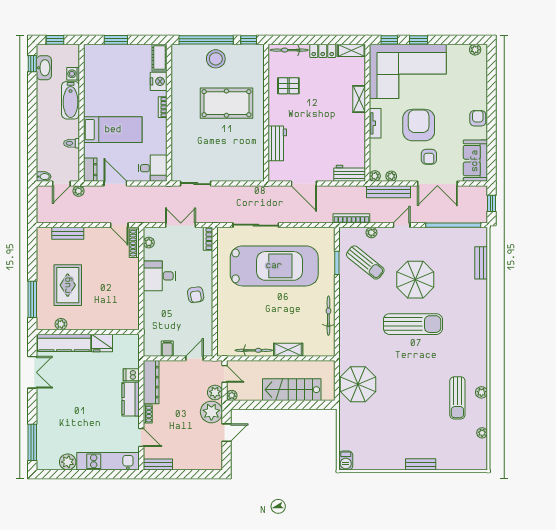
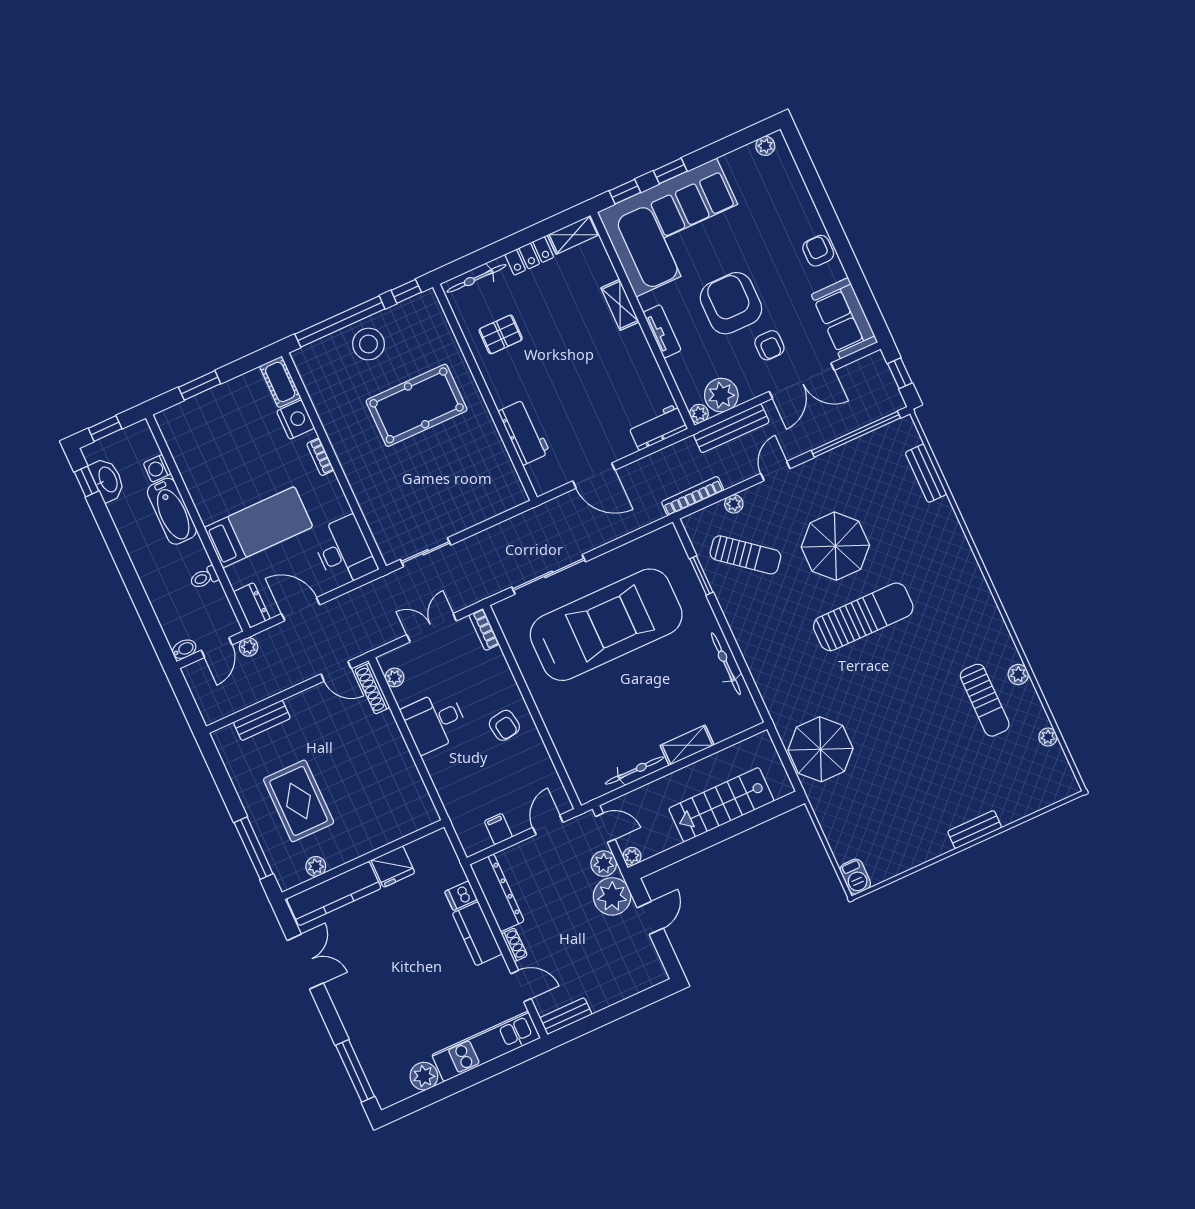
desk: (153, 168) -> (344, 551), width x1.37
plant: (391, 176) -> (721, 395), width x1.88, depth x1.88

